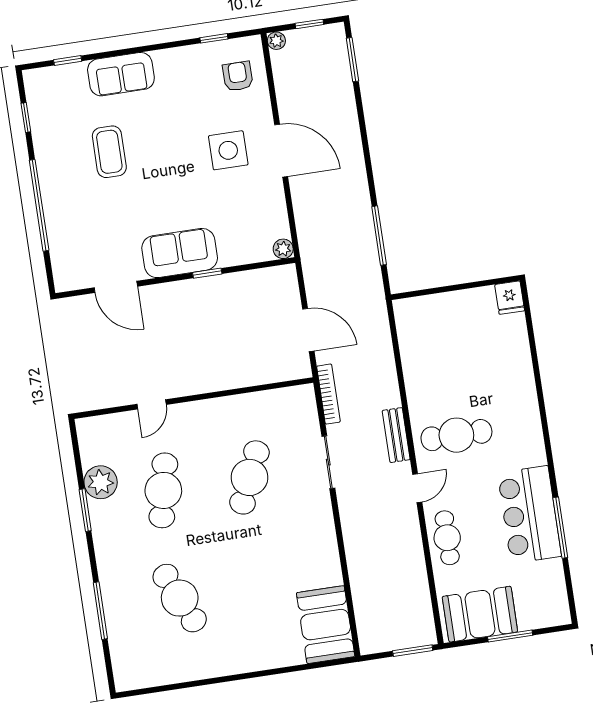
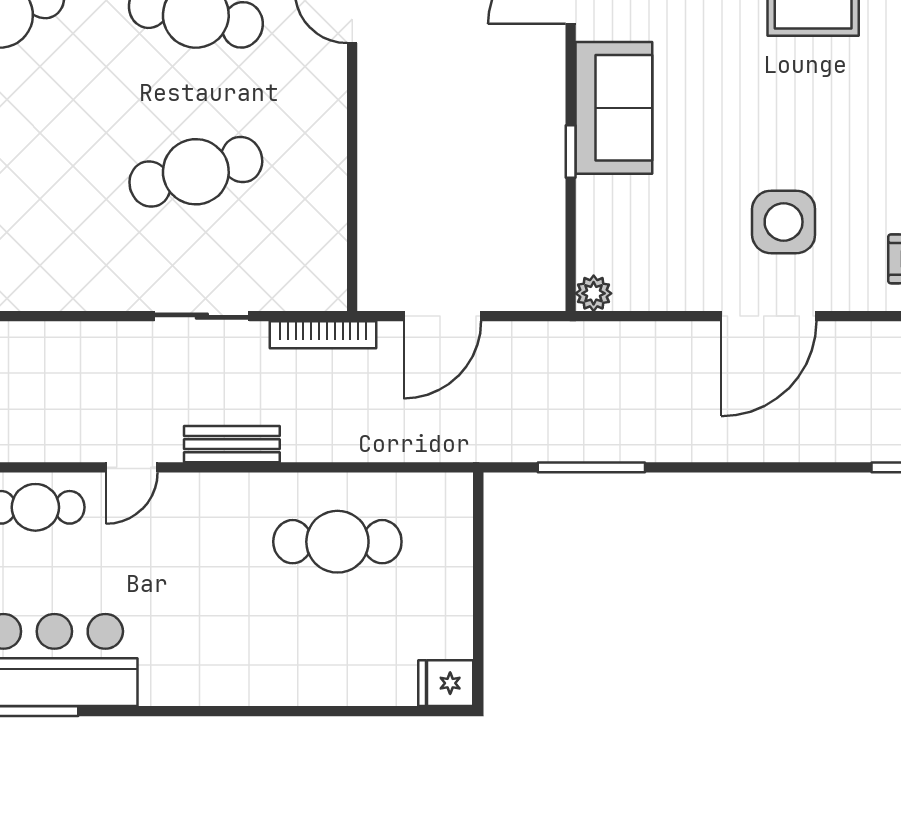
cafe table: (456, 435) -> (337, 542), moved, turned 90
cafe table: (249, 477) -> (196, 172), turned -39
door: (417, 488) -> (132, 467), hinge flipped

